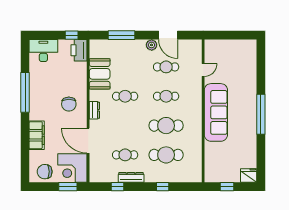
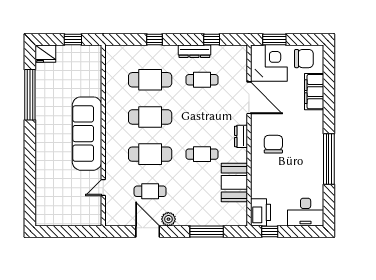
cafe table: (166, 96) -> (150, 154), width x1.37, depth x1.35
window: (261, 114) -> (30, 95), moved
filing cabinet: (37, 135) -> (314, 92), moved

